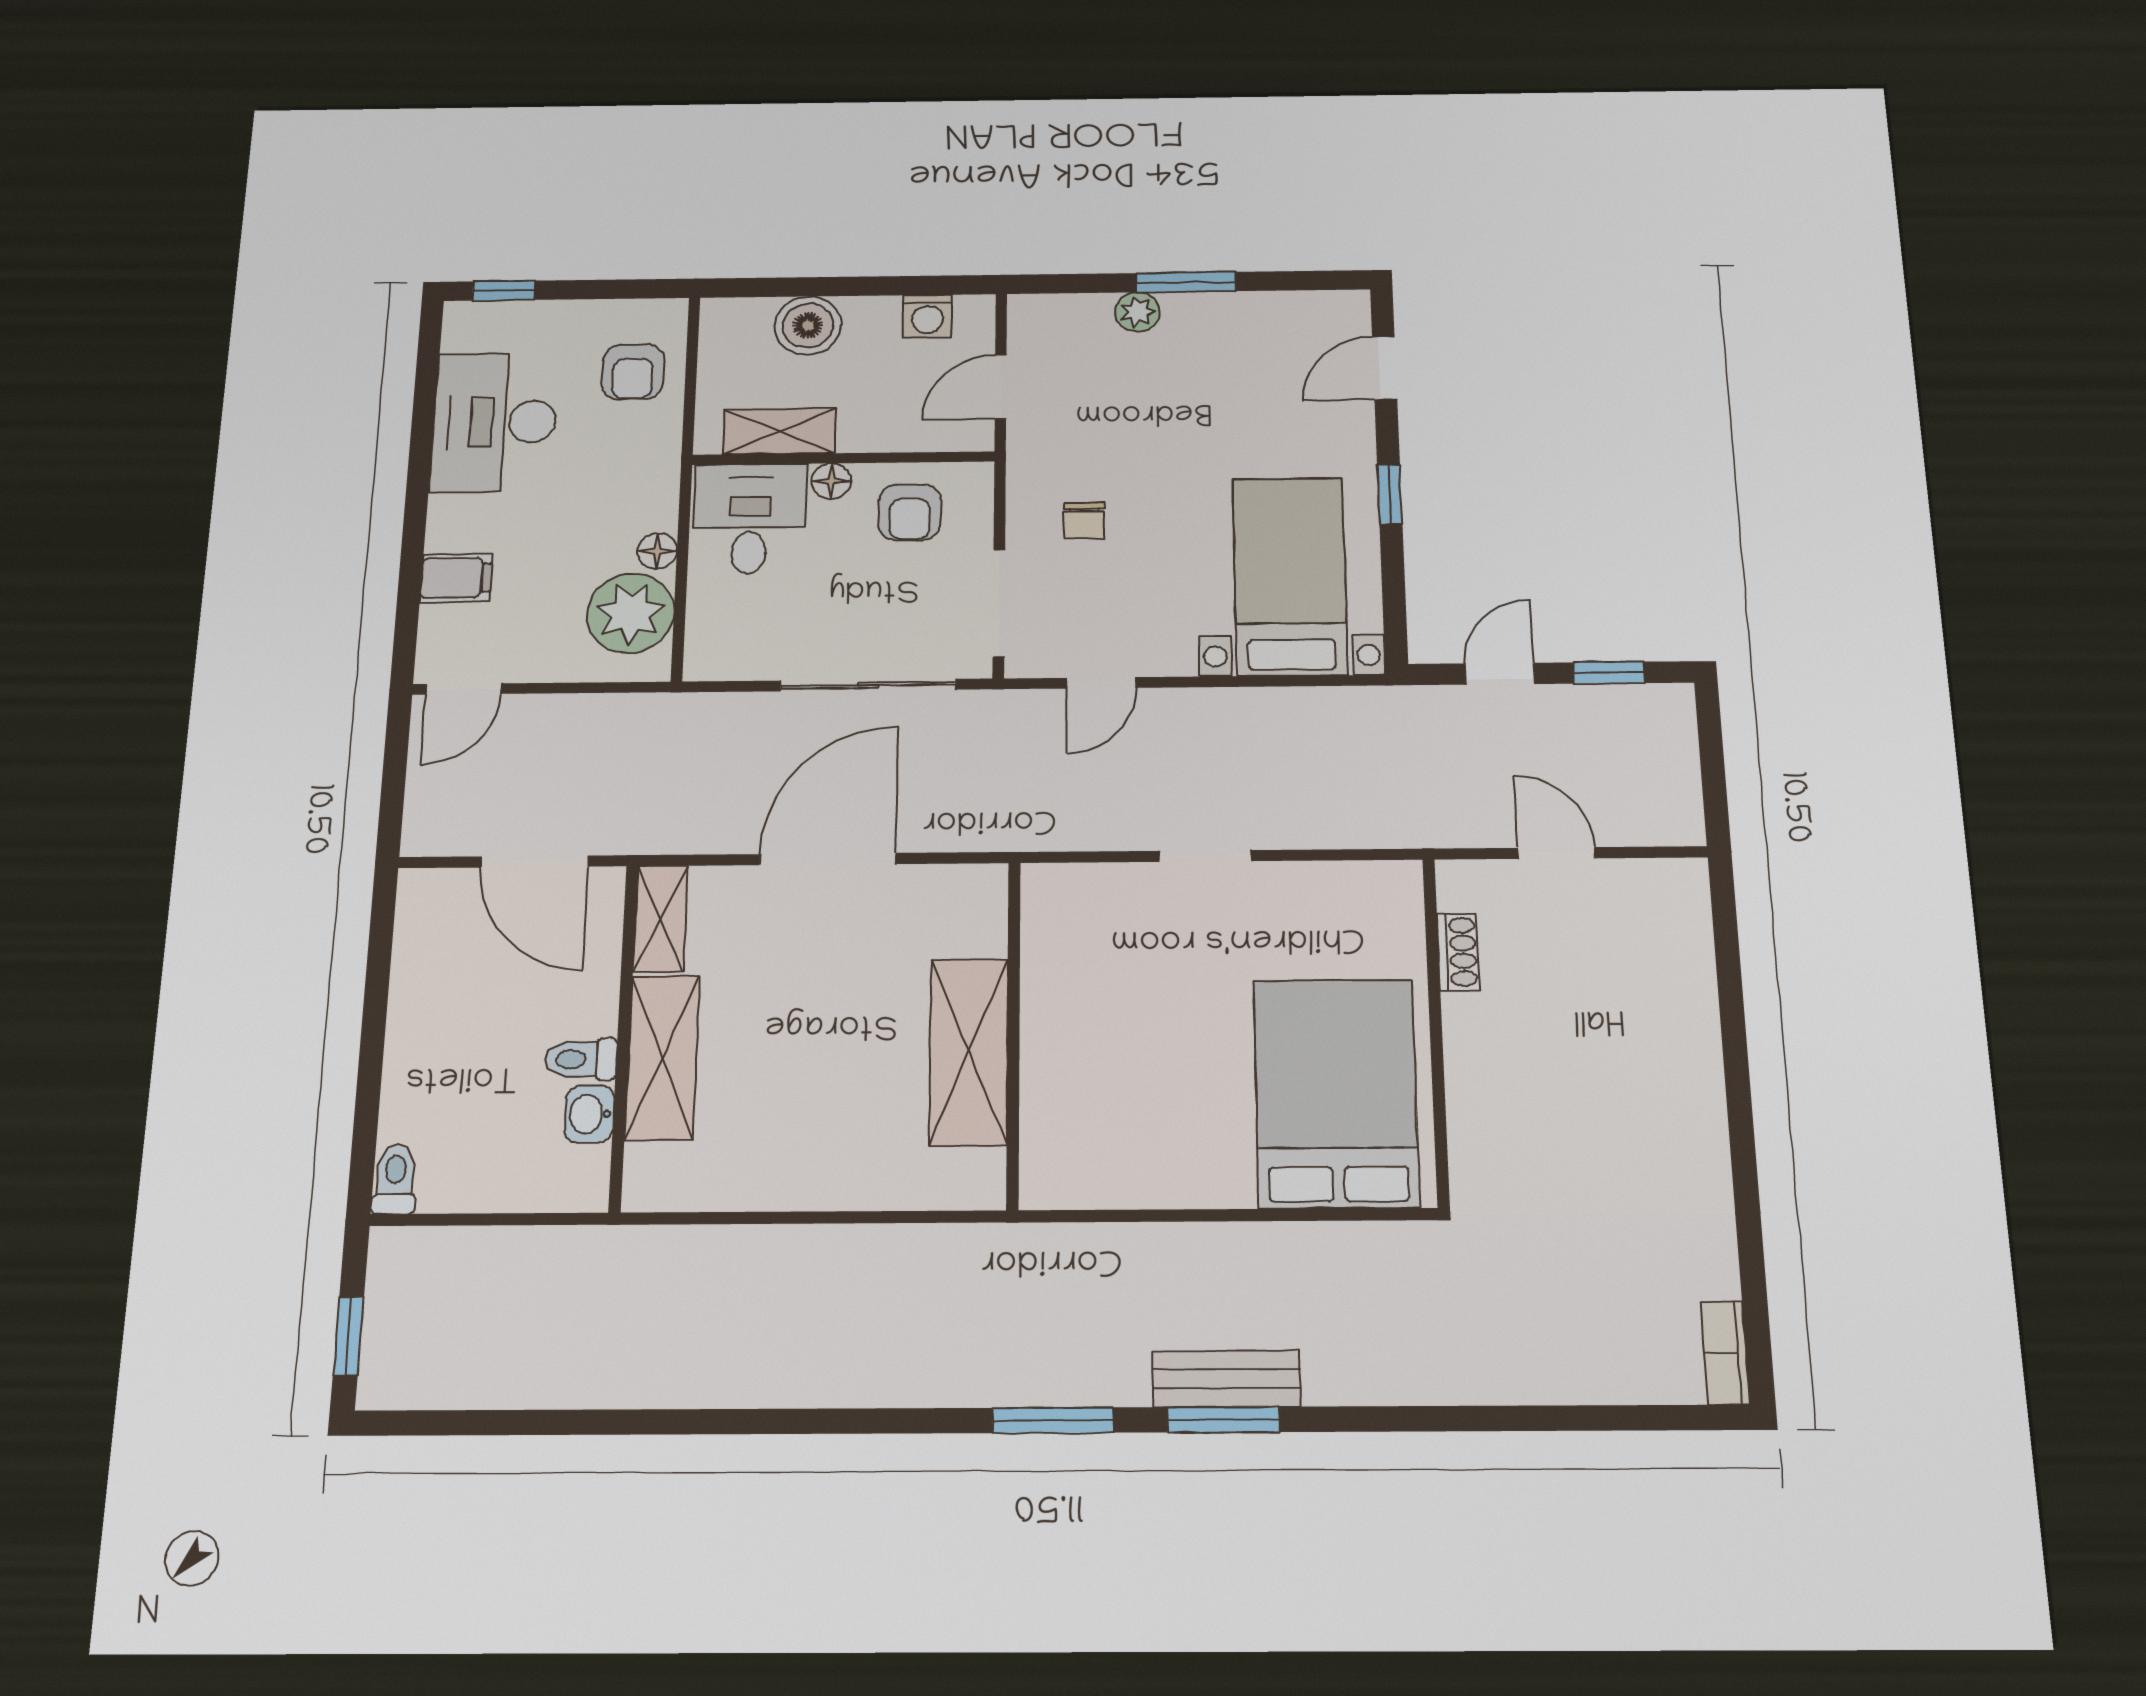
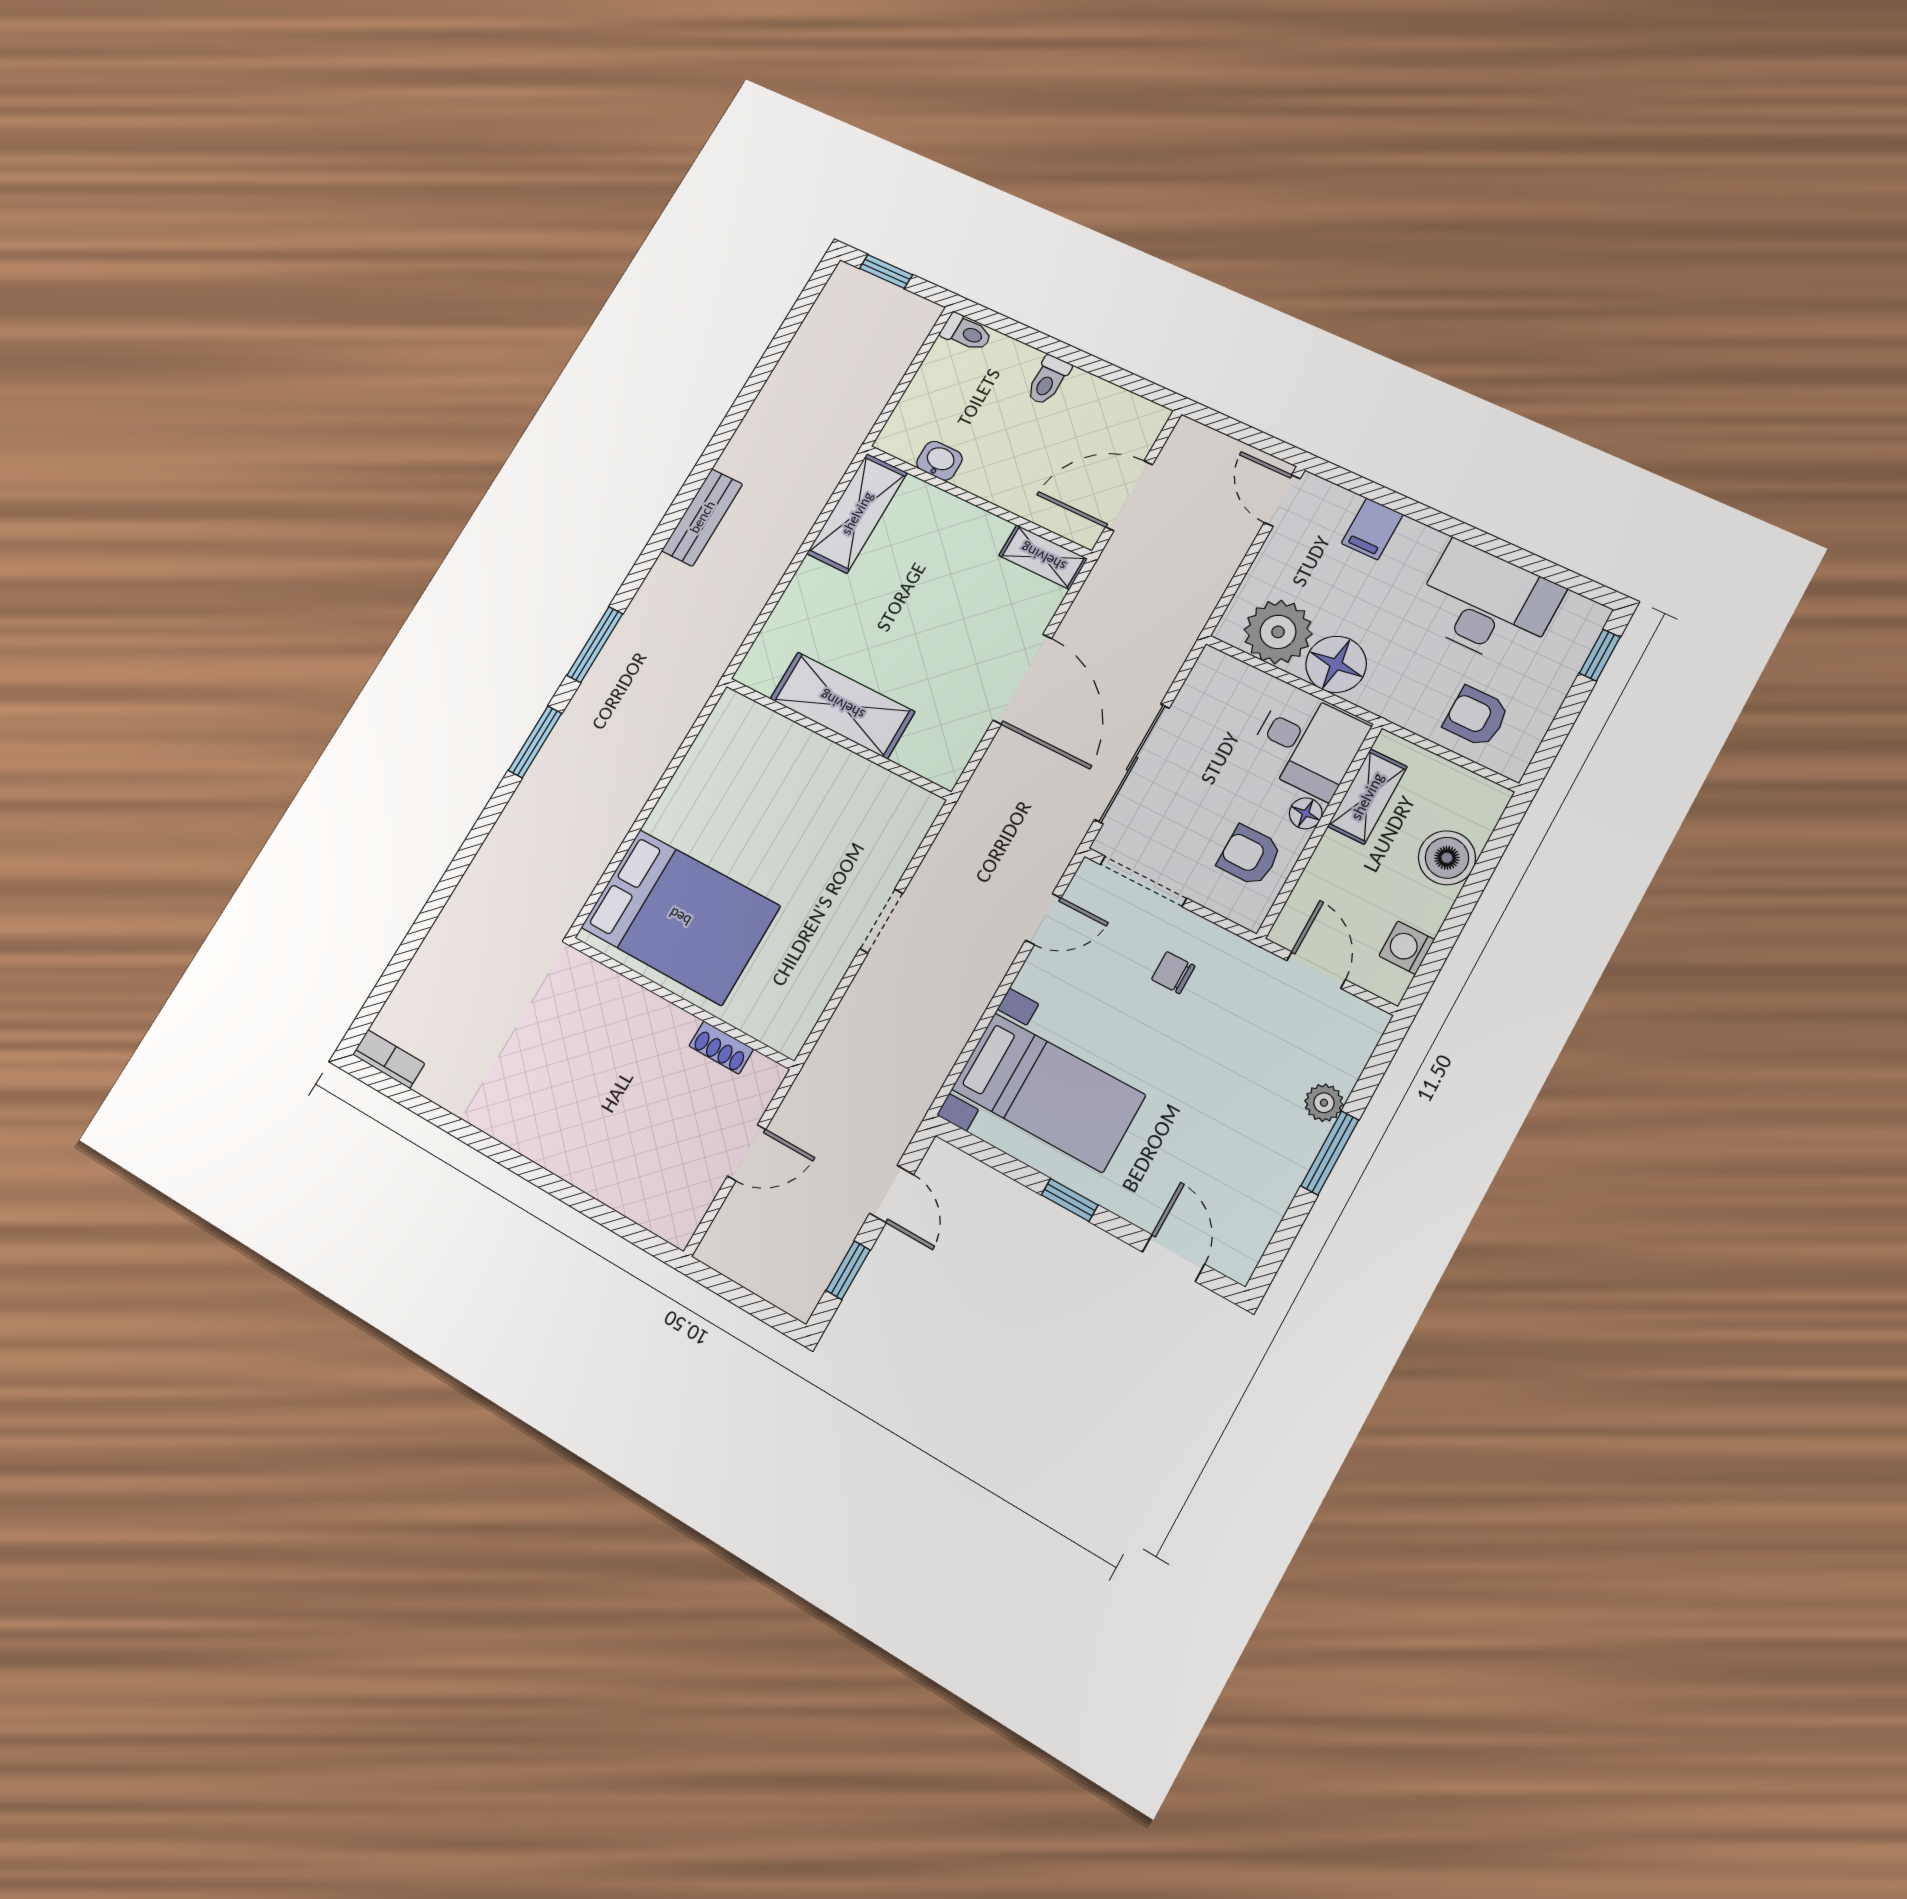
floor lamp: (657, 551) -> (1336, 664), width x1.89, depth x1.89
door: (1101, 683) -> (1043, 919), swing flipped
shelving: (662, 1058) -> (857, 513), moved, turned 90
toilet: (581, 1059) -> (1048, 380), moved, turned 180
bench: (1226, 1379) -> (702, 517), moved

